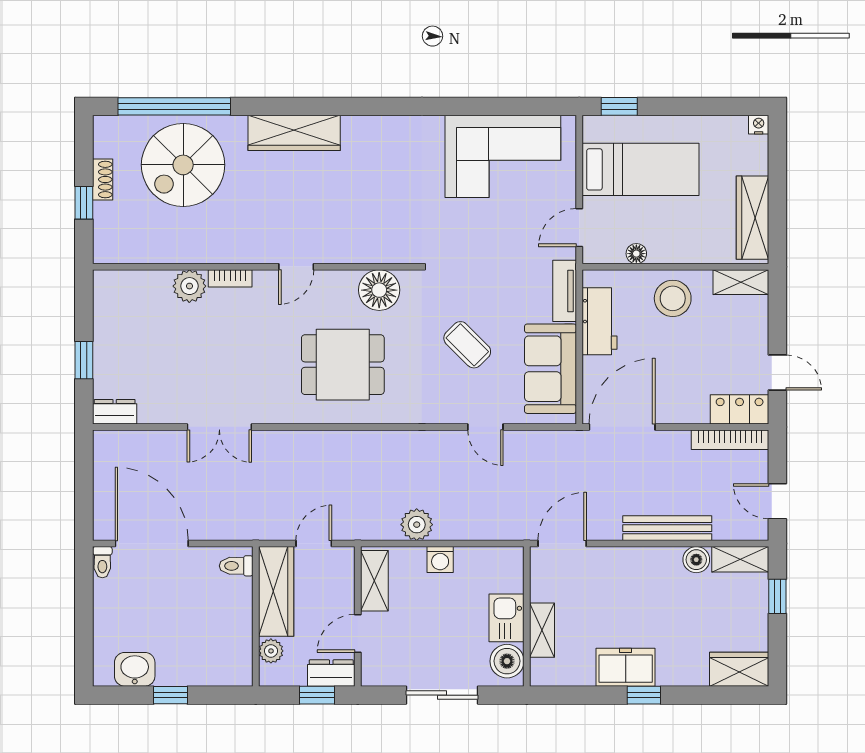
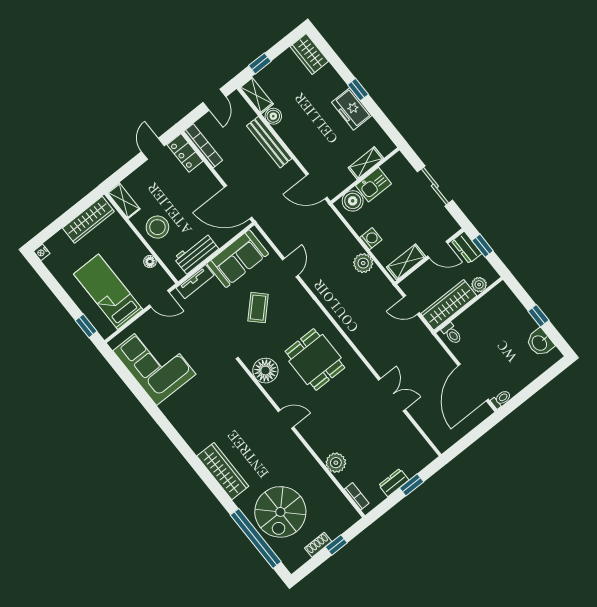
spiral stairs: (183, 165) -> (280, 512), turned 90
bookcase: (230, 278) -> (357, 496), moved
dresser: (115, 412) -> (394, 483), moved, turned 90
boiler: (507, 661) -> (353, 201), moved

